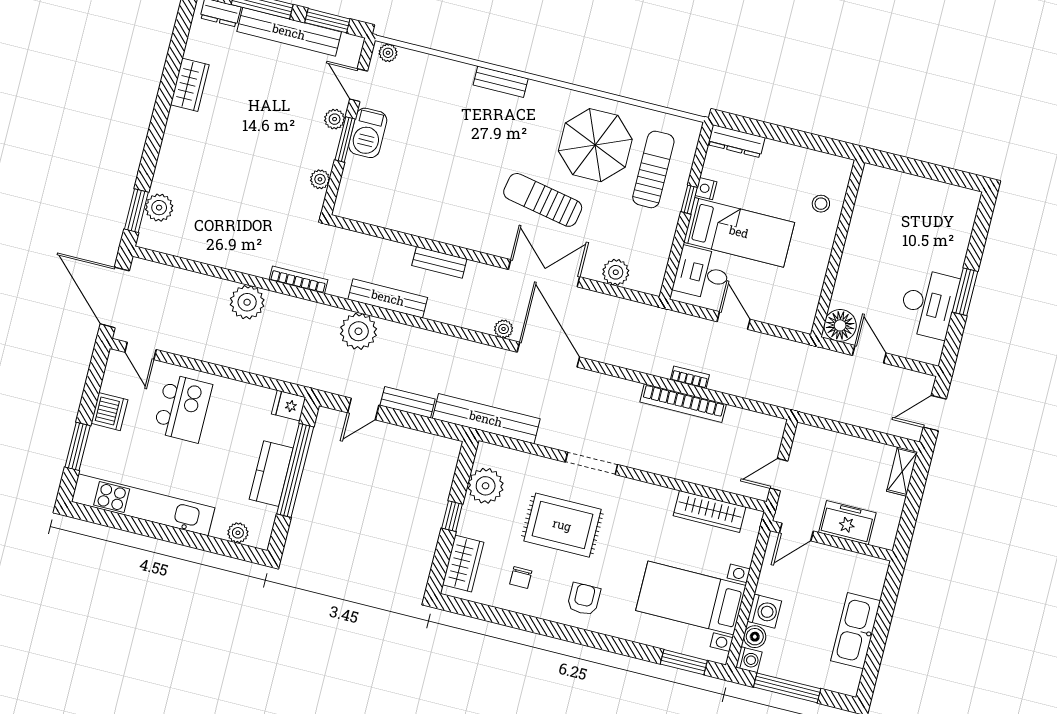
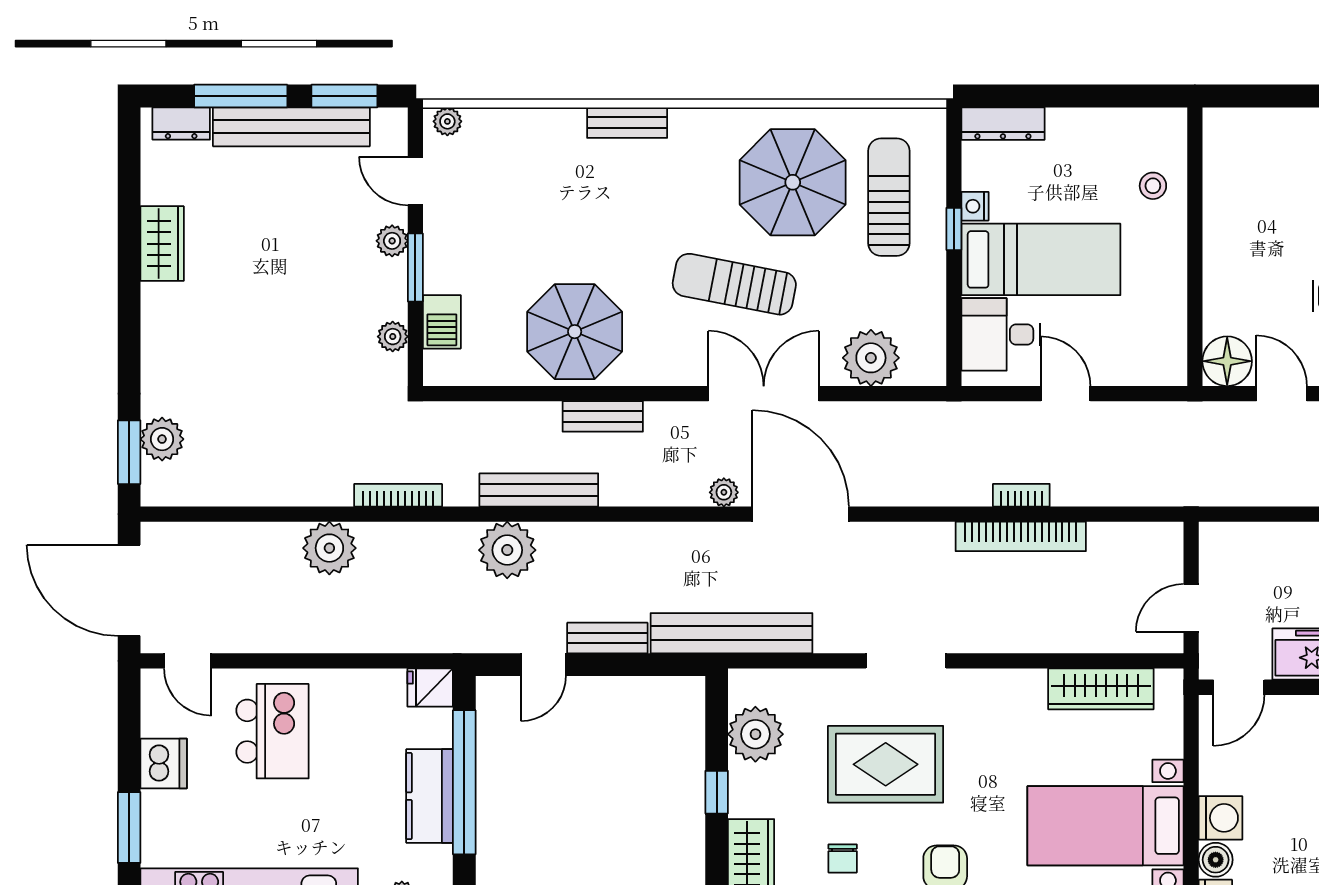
barbecue: (368, 133) -> (442, 322), moved, width x0.73, depth x0.79
parasol: (435, 205) -> (575, 332), added
plant: (616, 272) -> (871, 358), width x1.36, depth x1.36

